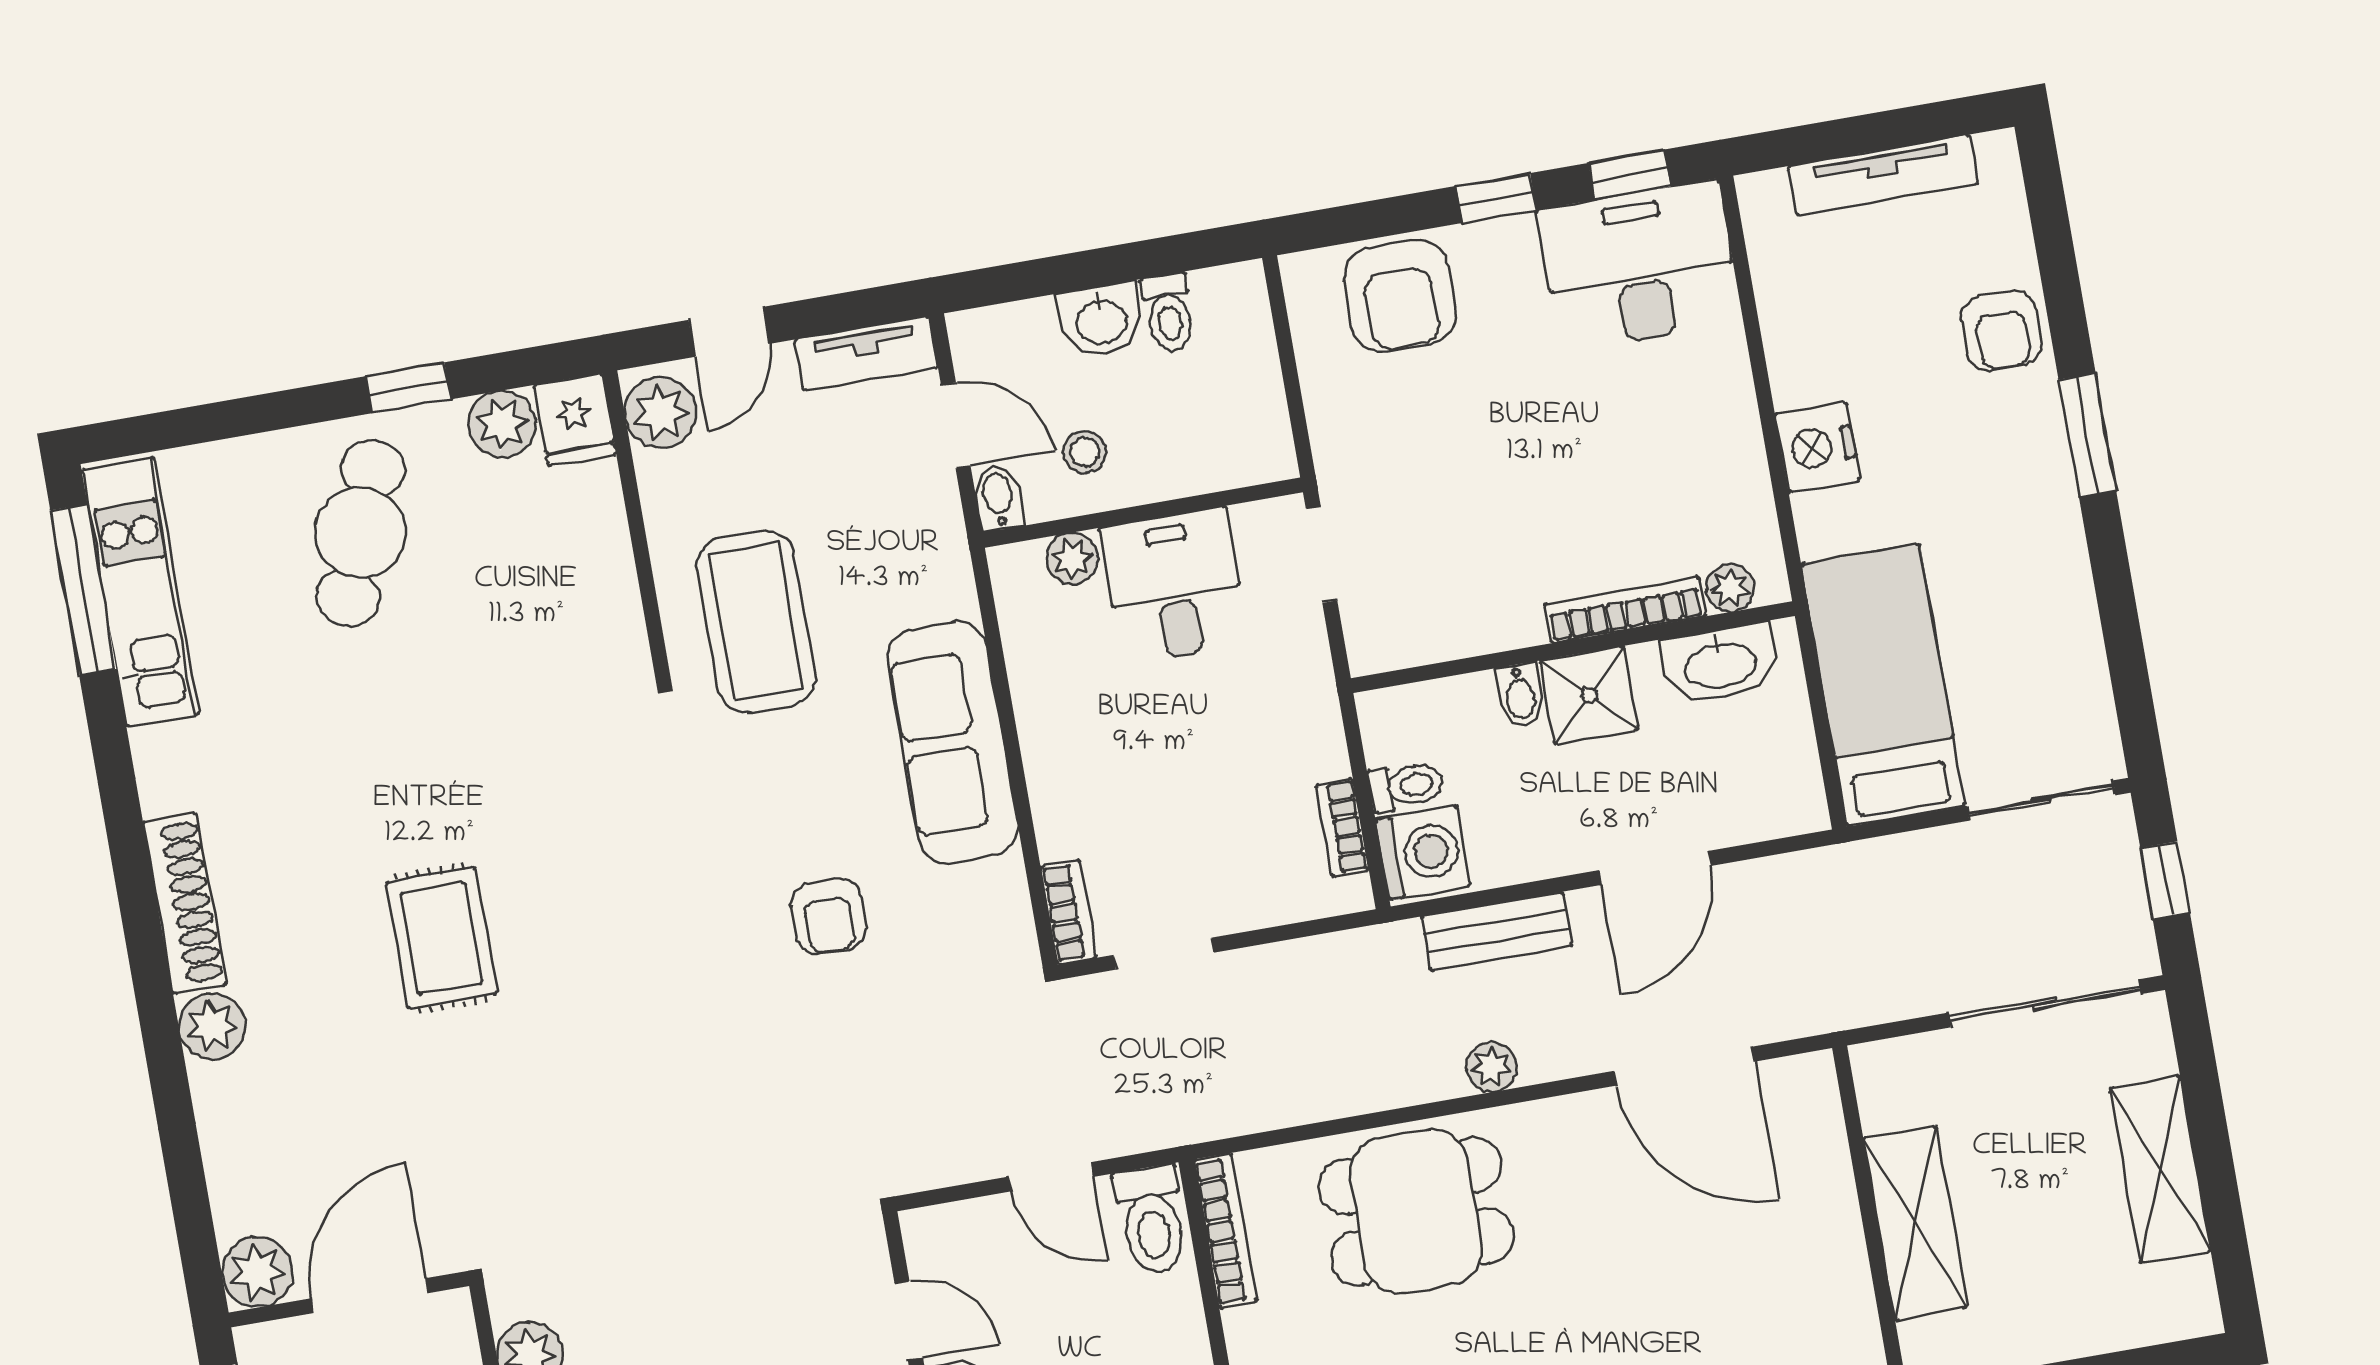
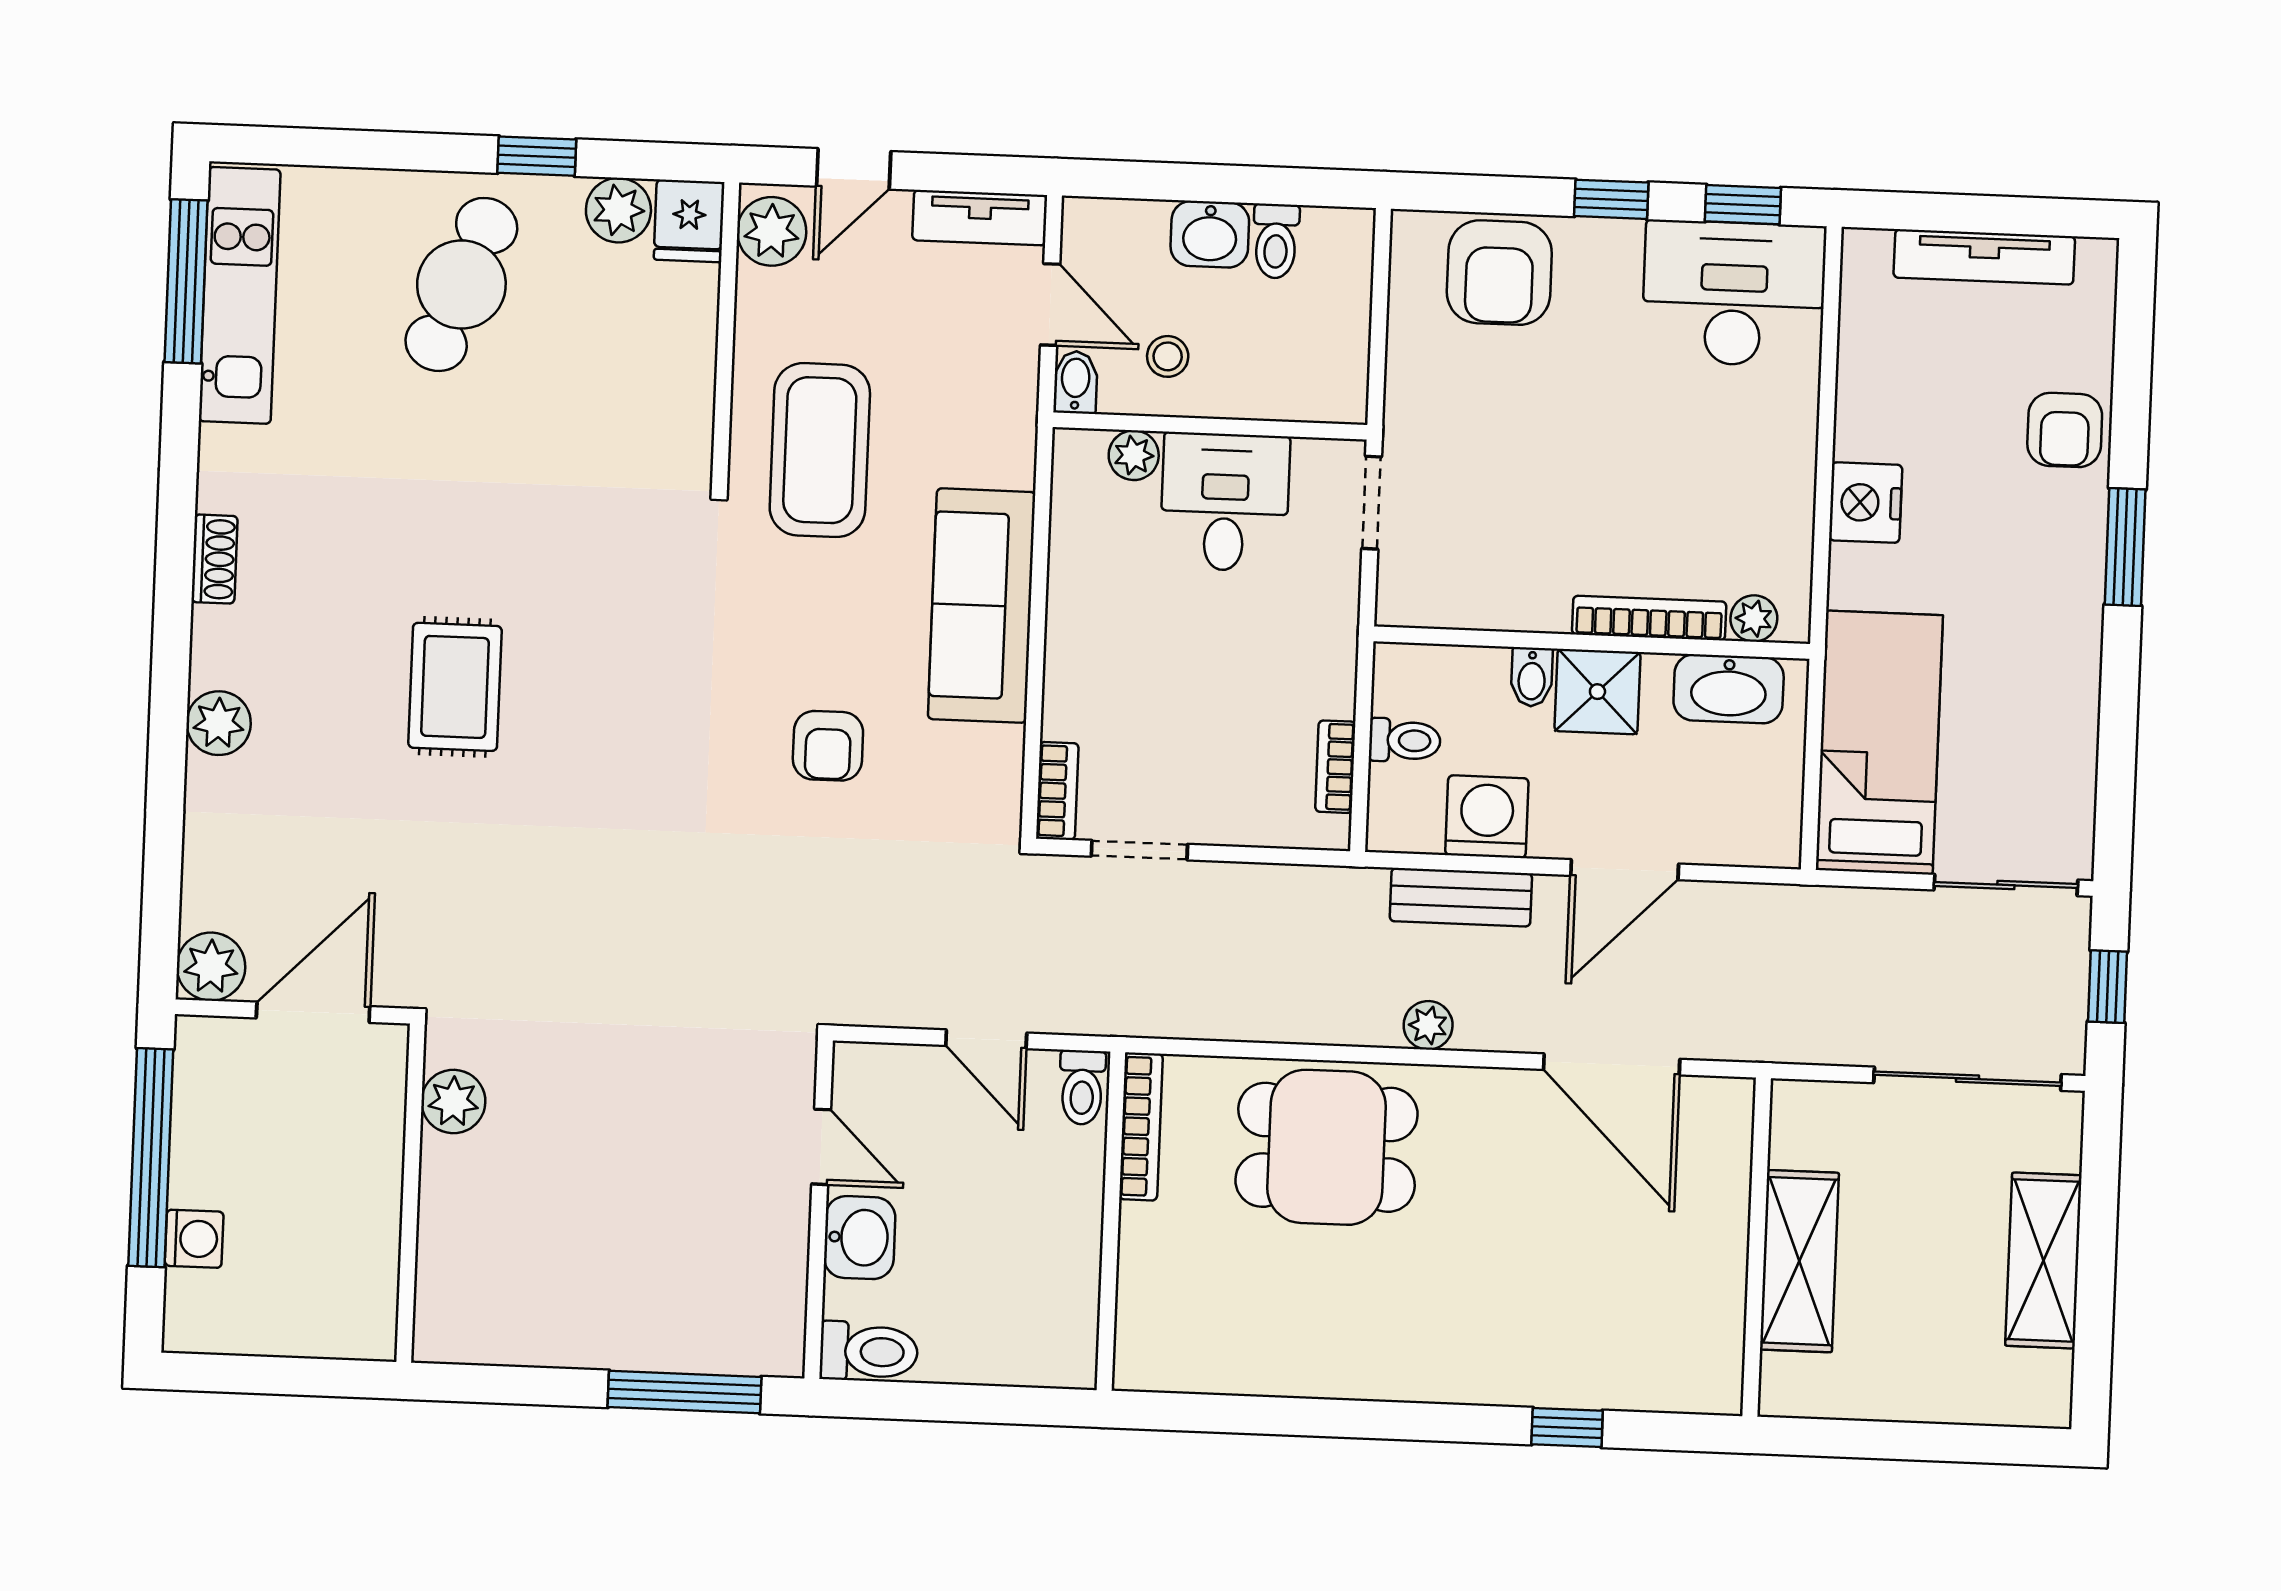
washing machine: (1423, 853) -> (1487, 817), moved, turned -90
shoe rack: (185, 903) -> (215, 559), width x0.51, depth x0.81
toilet: (1152, 1220) -> (1082, 1087), width x0.73, depth x0.72

